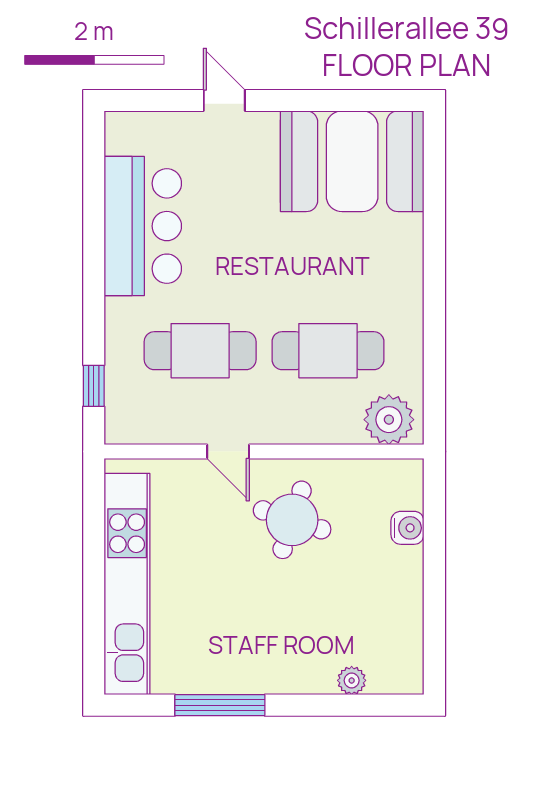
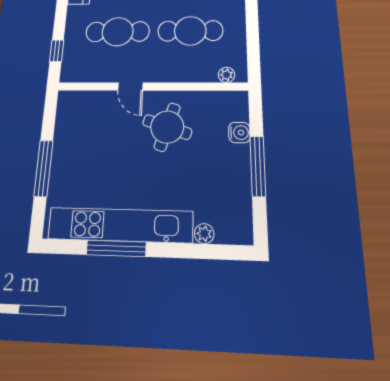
plant: (389, 420) -> (227, 75), width x0.53, depth x0.53
window: (434, 580) -> (258, 166), added
kitchen unit: (127, 584) -> (120, 225), moved, turned -90
window: (94, 589) -> (44, 168), added

